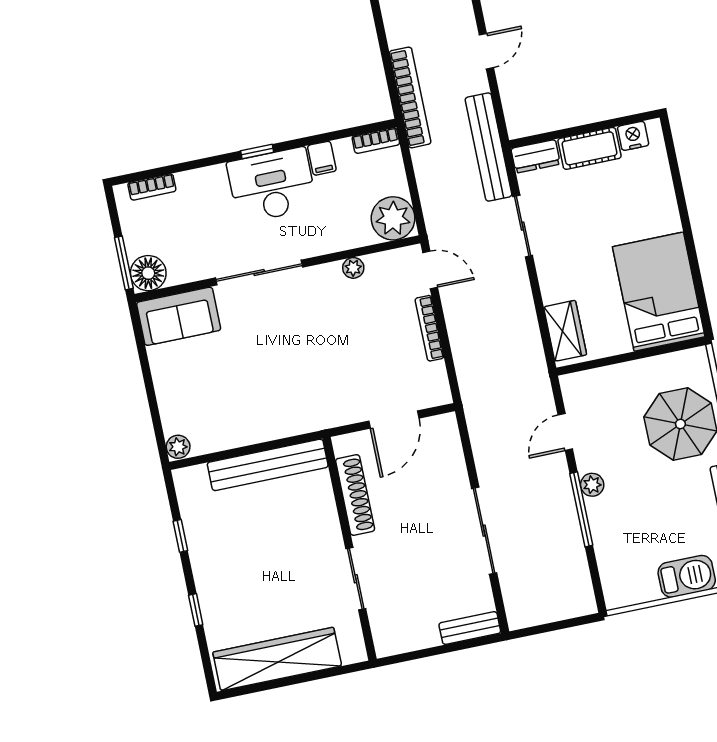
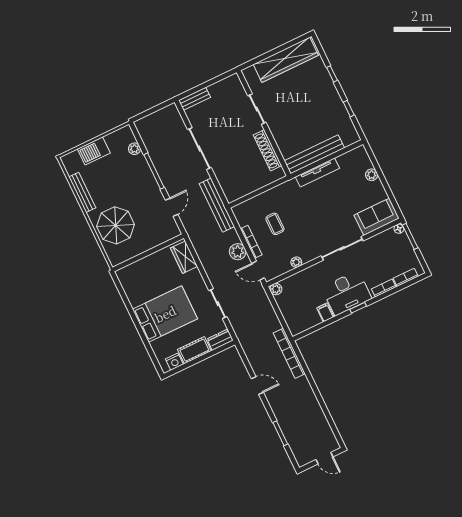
door: (486, 51) -> (257, 386), swing flipped
bookcase: (376, 140) -> (384, 288), moved
bench: (488, 147) -> (217, 205), moved
plant: (393, 218) -> (276, 289), width x0.53, depth x0.53
floor lamp: (148, 273) -> (399, 229), width x0.53, depth x0.53
bed: (659, 292) -> (165, 314), moved, turned -90
plant: (460, 316) -> (238, 252), added
coffee table: (376, 351) -> (275, 224), added
door: (394, 420) -> (258, 192), removed
tv unit: (270, 429) -> (317, 172), added
plant: (178, 447) -> (372, 175), moved
plant: (592, 485) -> (134, 149), moved

